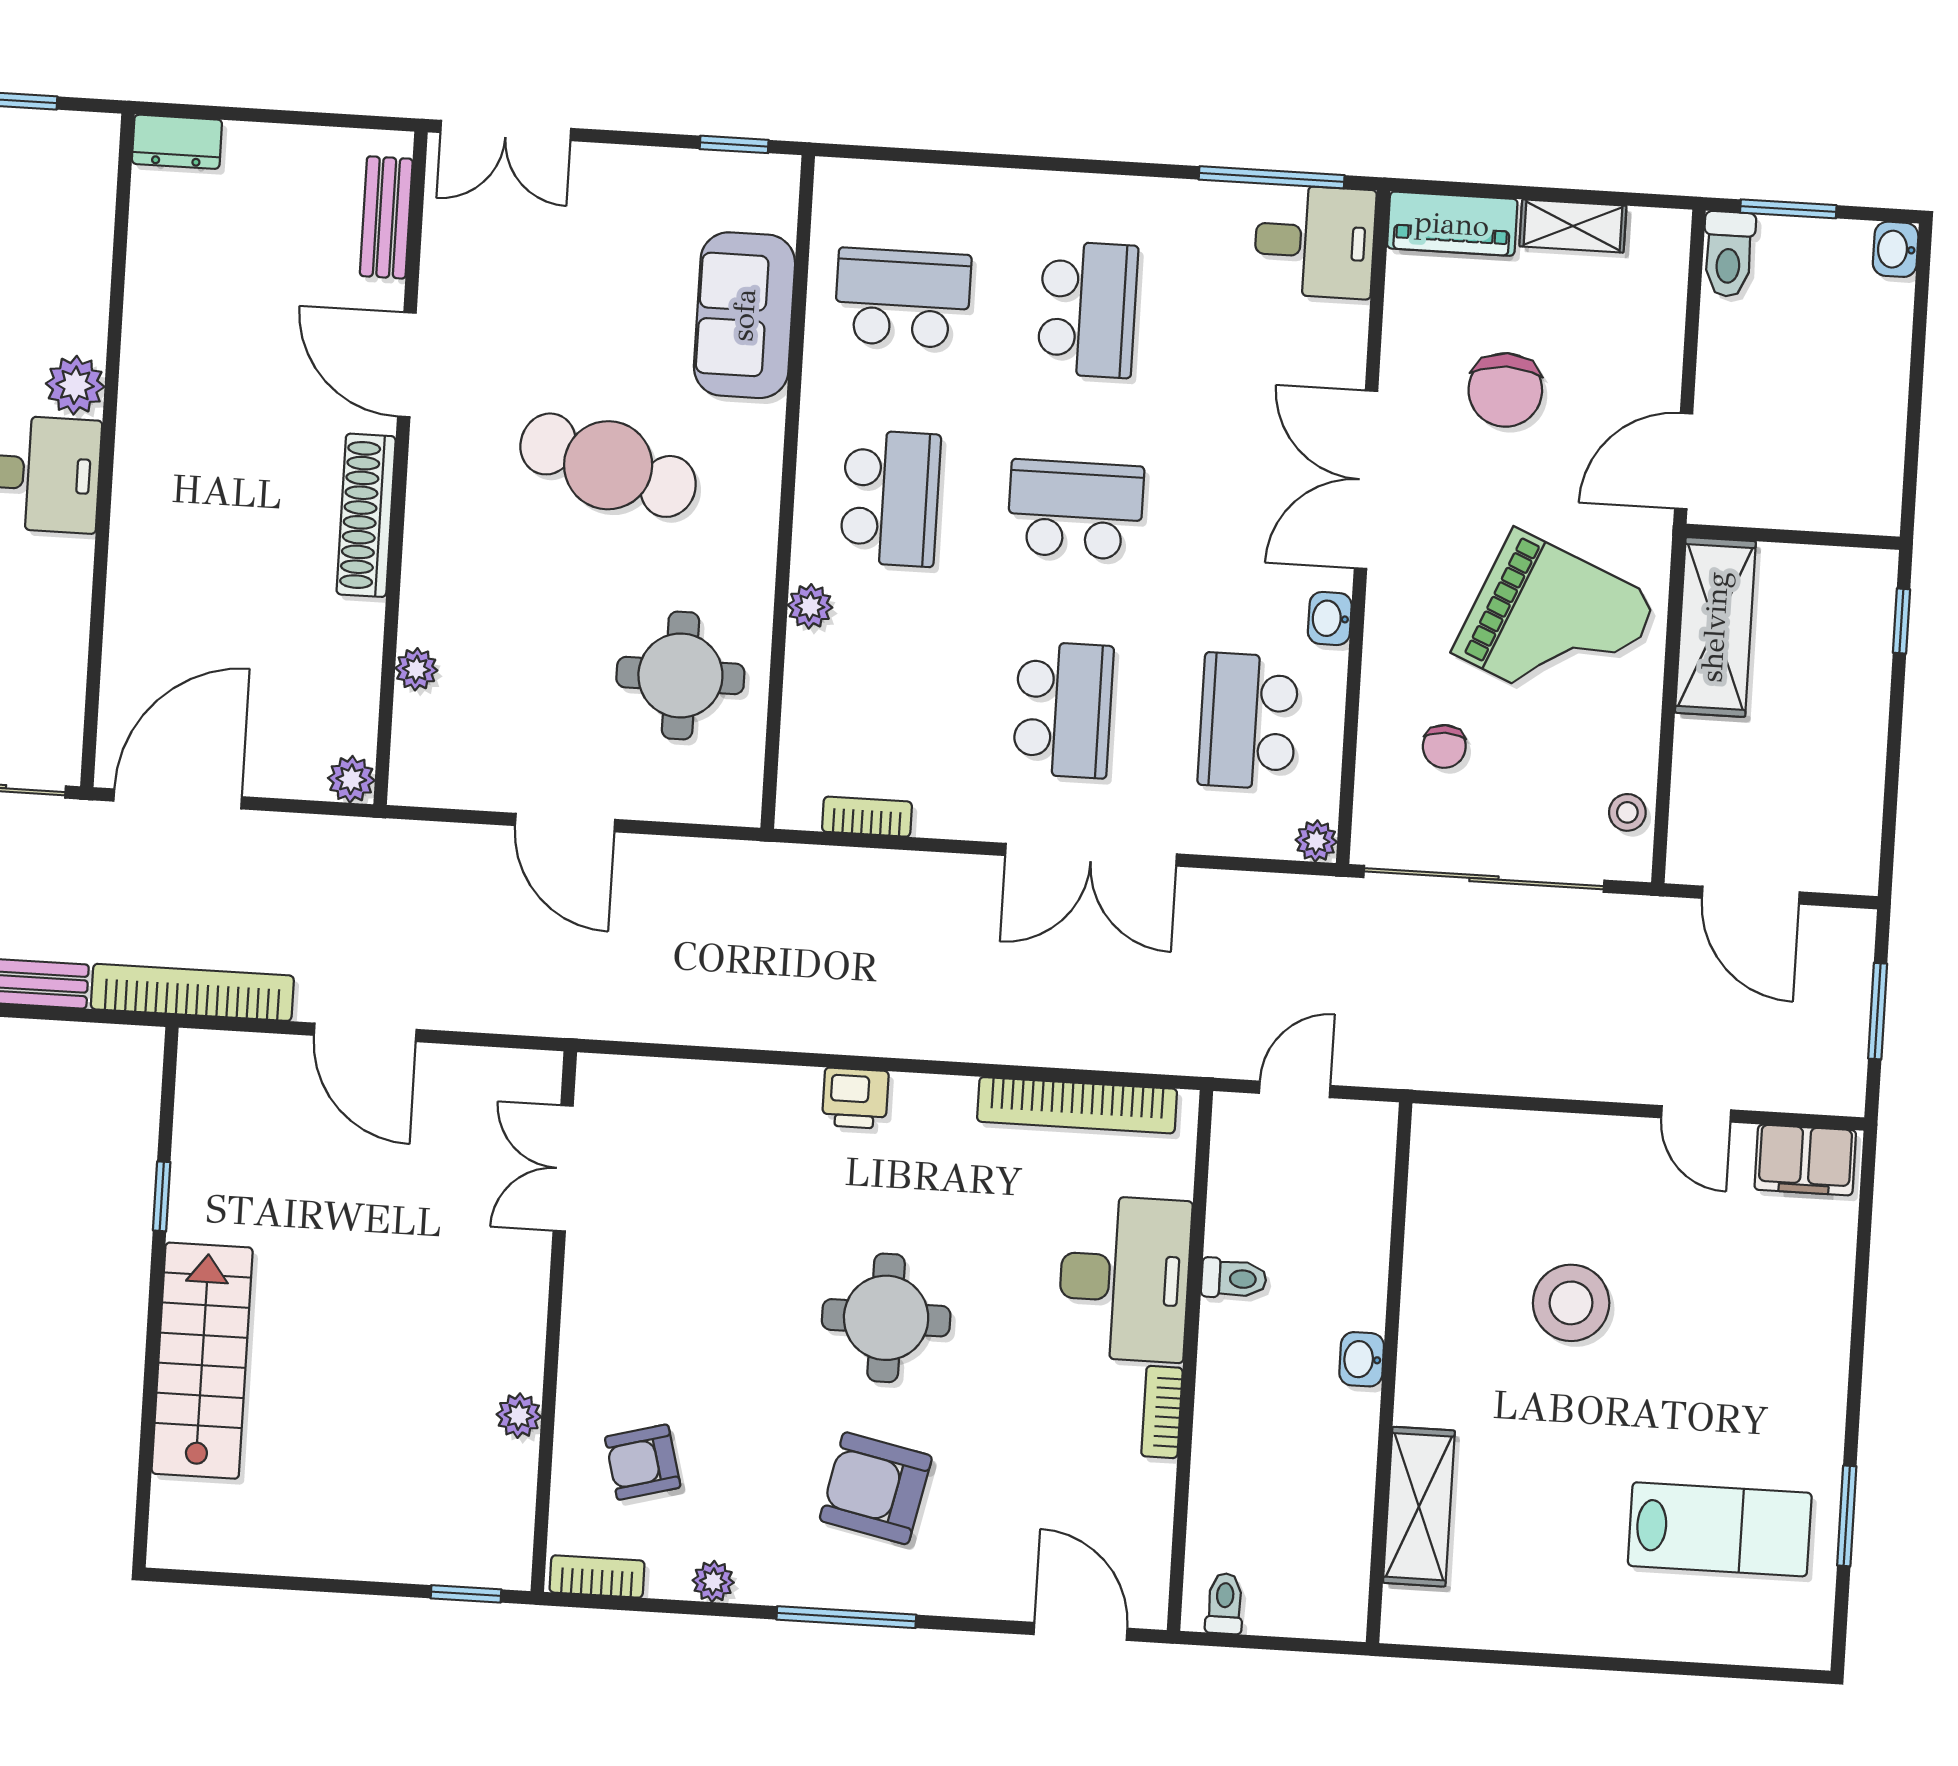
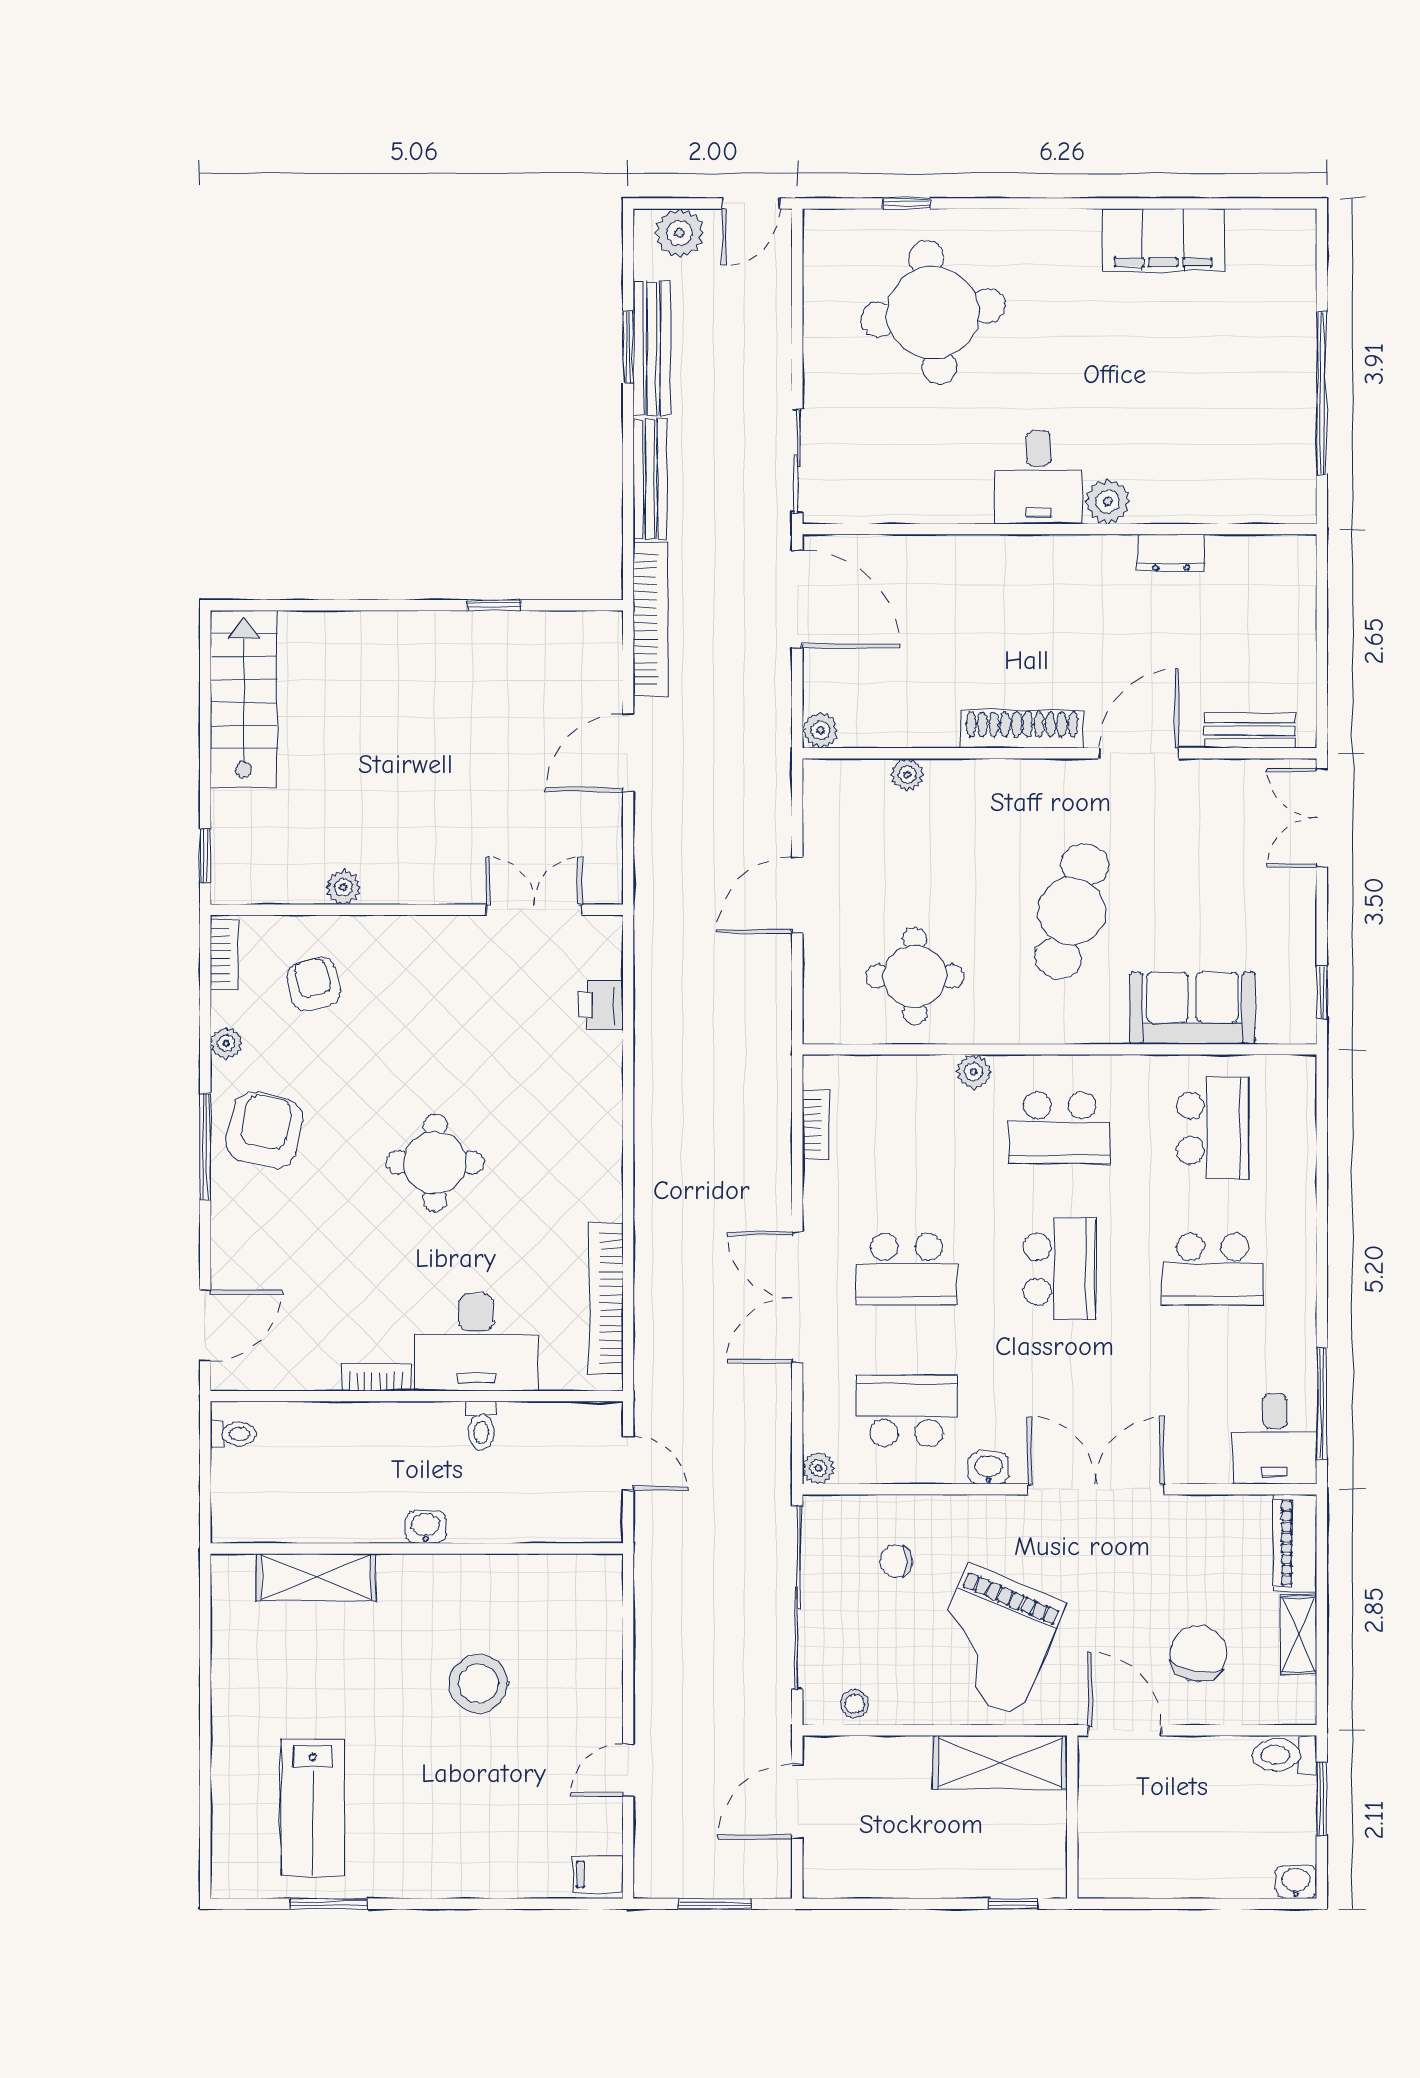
dresser: (177, 142) -> (1171, 553), moved, turned -90
chair: (1505, 390) -> (1198, 1654), moved, turned 100
printer: (855, 1098) -> (601, 1005), moved
filing cabinet: (1805, 1160) -> (598, 1874), width x0.50
stairs: (202, 1361) -> (244, 699), moved, turned -90
armchair: (876, 1488) -> (265, 1130), moved

